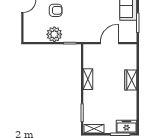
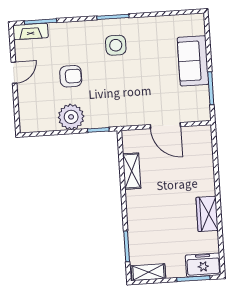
door: (110, 43) -> (165, 126), swing flipped
shelving: (88, 79) -> (132, 171), moved
wardrobe: (131, 80) -> (207, 214), moved

